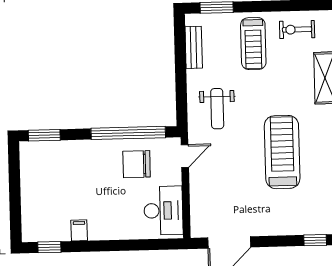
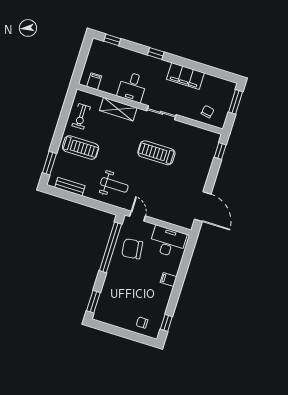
treadmill: (282, 152) -> (156, 153), width x0.73, depth x0.73
chair: (137, 164) -> (132, 249), turned 83
chair: (38, 213) -> (142, 323), added
filing cabinet: (79, 230) -> (169, 280), moved

